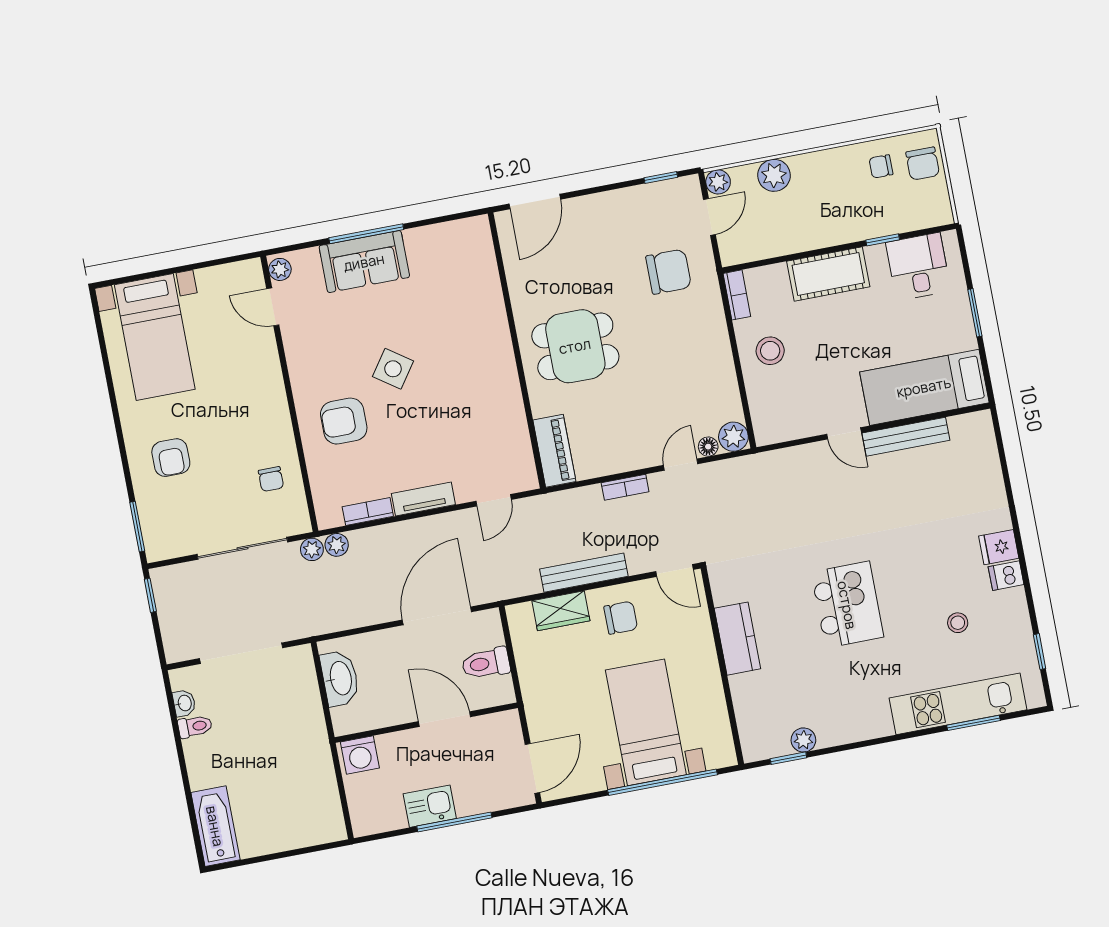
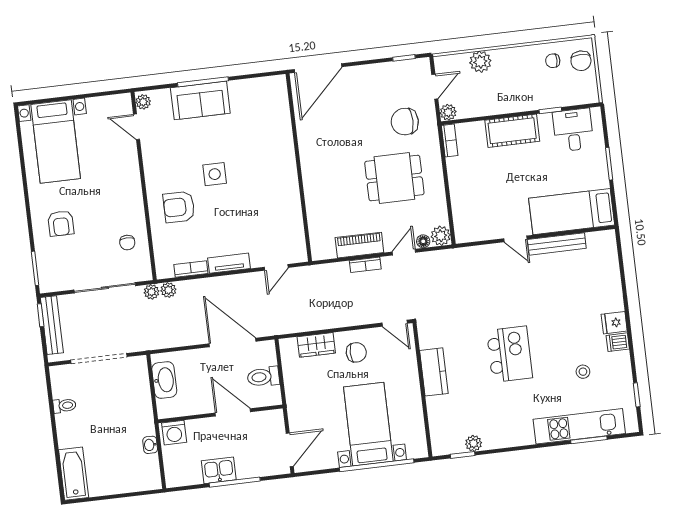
plant: (718, 182) -> (448, 112), moved
door: (535, 202) -> (318, 68), width x1.36
chair: (669, 272) -> (405, 122), turned 180
dining table: (575, 346) -> (394, 178), moved
stool: (770, 351) -> (469, 180), removed
side table: (393, 369) -> (215, 174), turned -35
piano: (554, 451) -> (359, 245), moved, turned -90
bench: (584, 573) -> (52, 325), moved, turned 90
door: (437, 616) -> (233, 342), hinge flipped
washbasin: (184, 703) -> (150, 445), moved, turned 180

